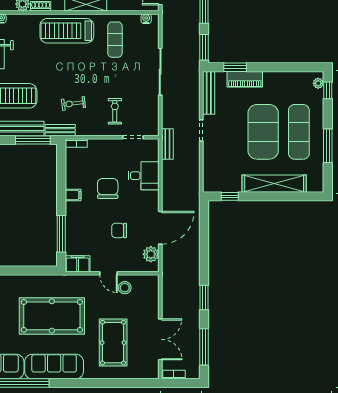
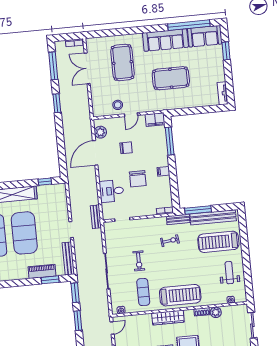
exercise bike: (115, 111) -> (139, 261), moved
door: (109, 273) -> (131, 115), swing flipped
pool table: (52, 316) -> (171, 78), width x0.73, depth x0.76

